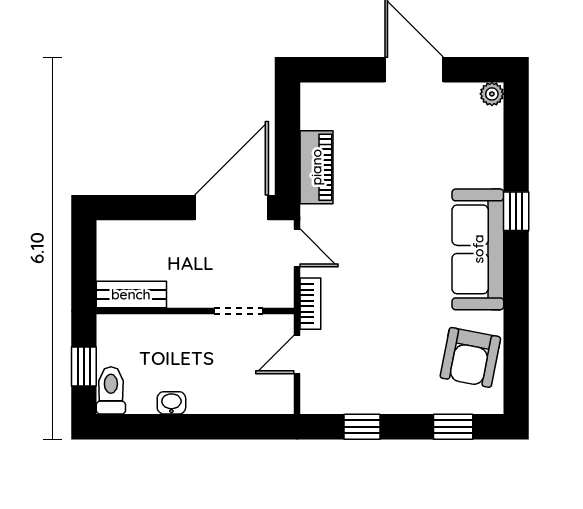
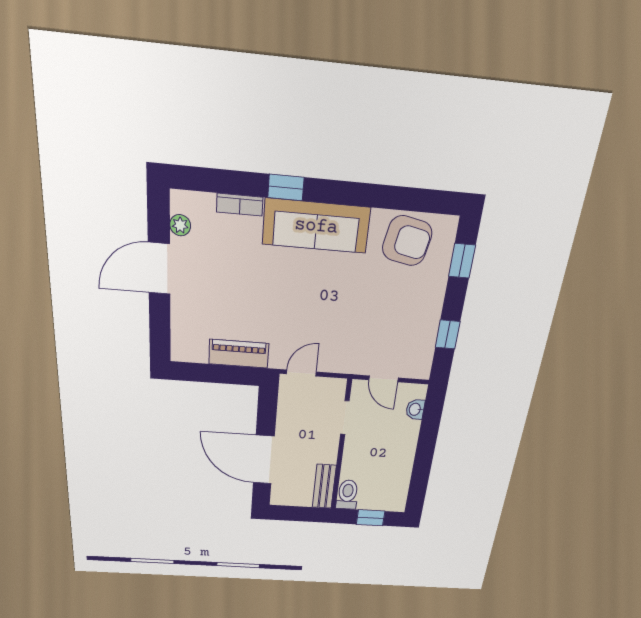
plant: (492, 94) -> (180, 225), moved
door: (231, 208) -> (264, 460), moved
bookcase: (310, 304) -> (240, 205), moved, turned 180
toilet: (111, 390) -> (347, 495), moved, turned 90
washbasin: (171, 403) -> (415, 409), moved

